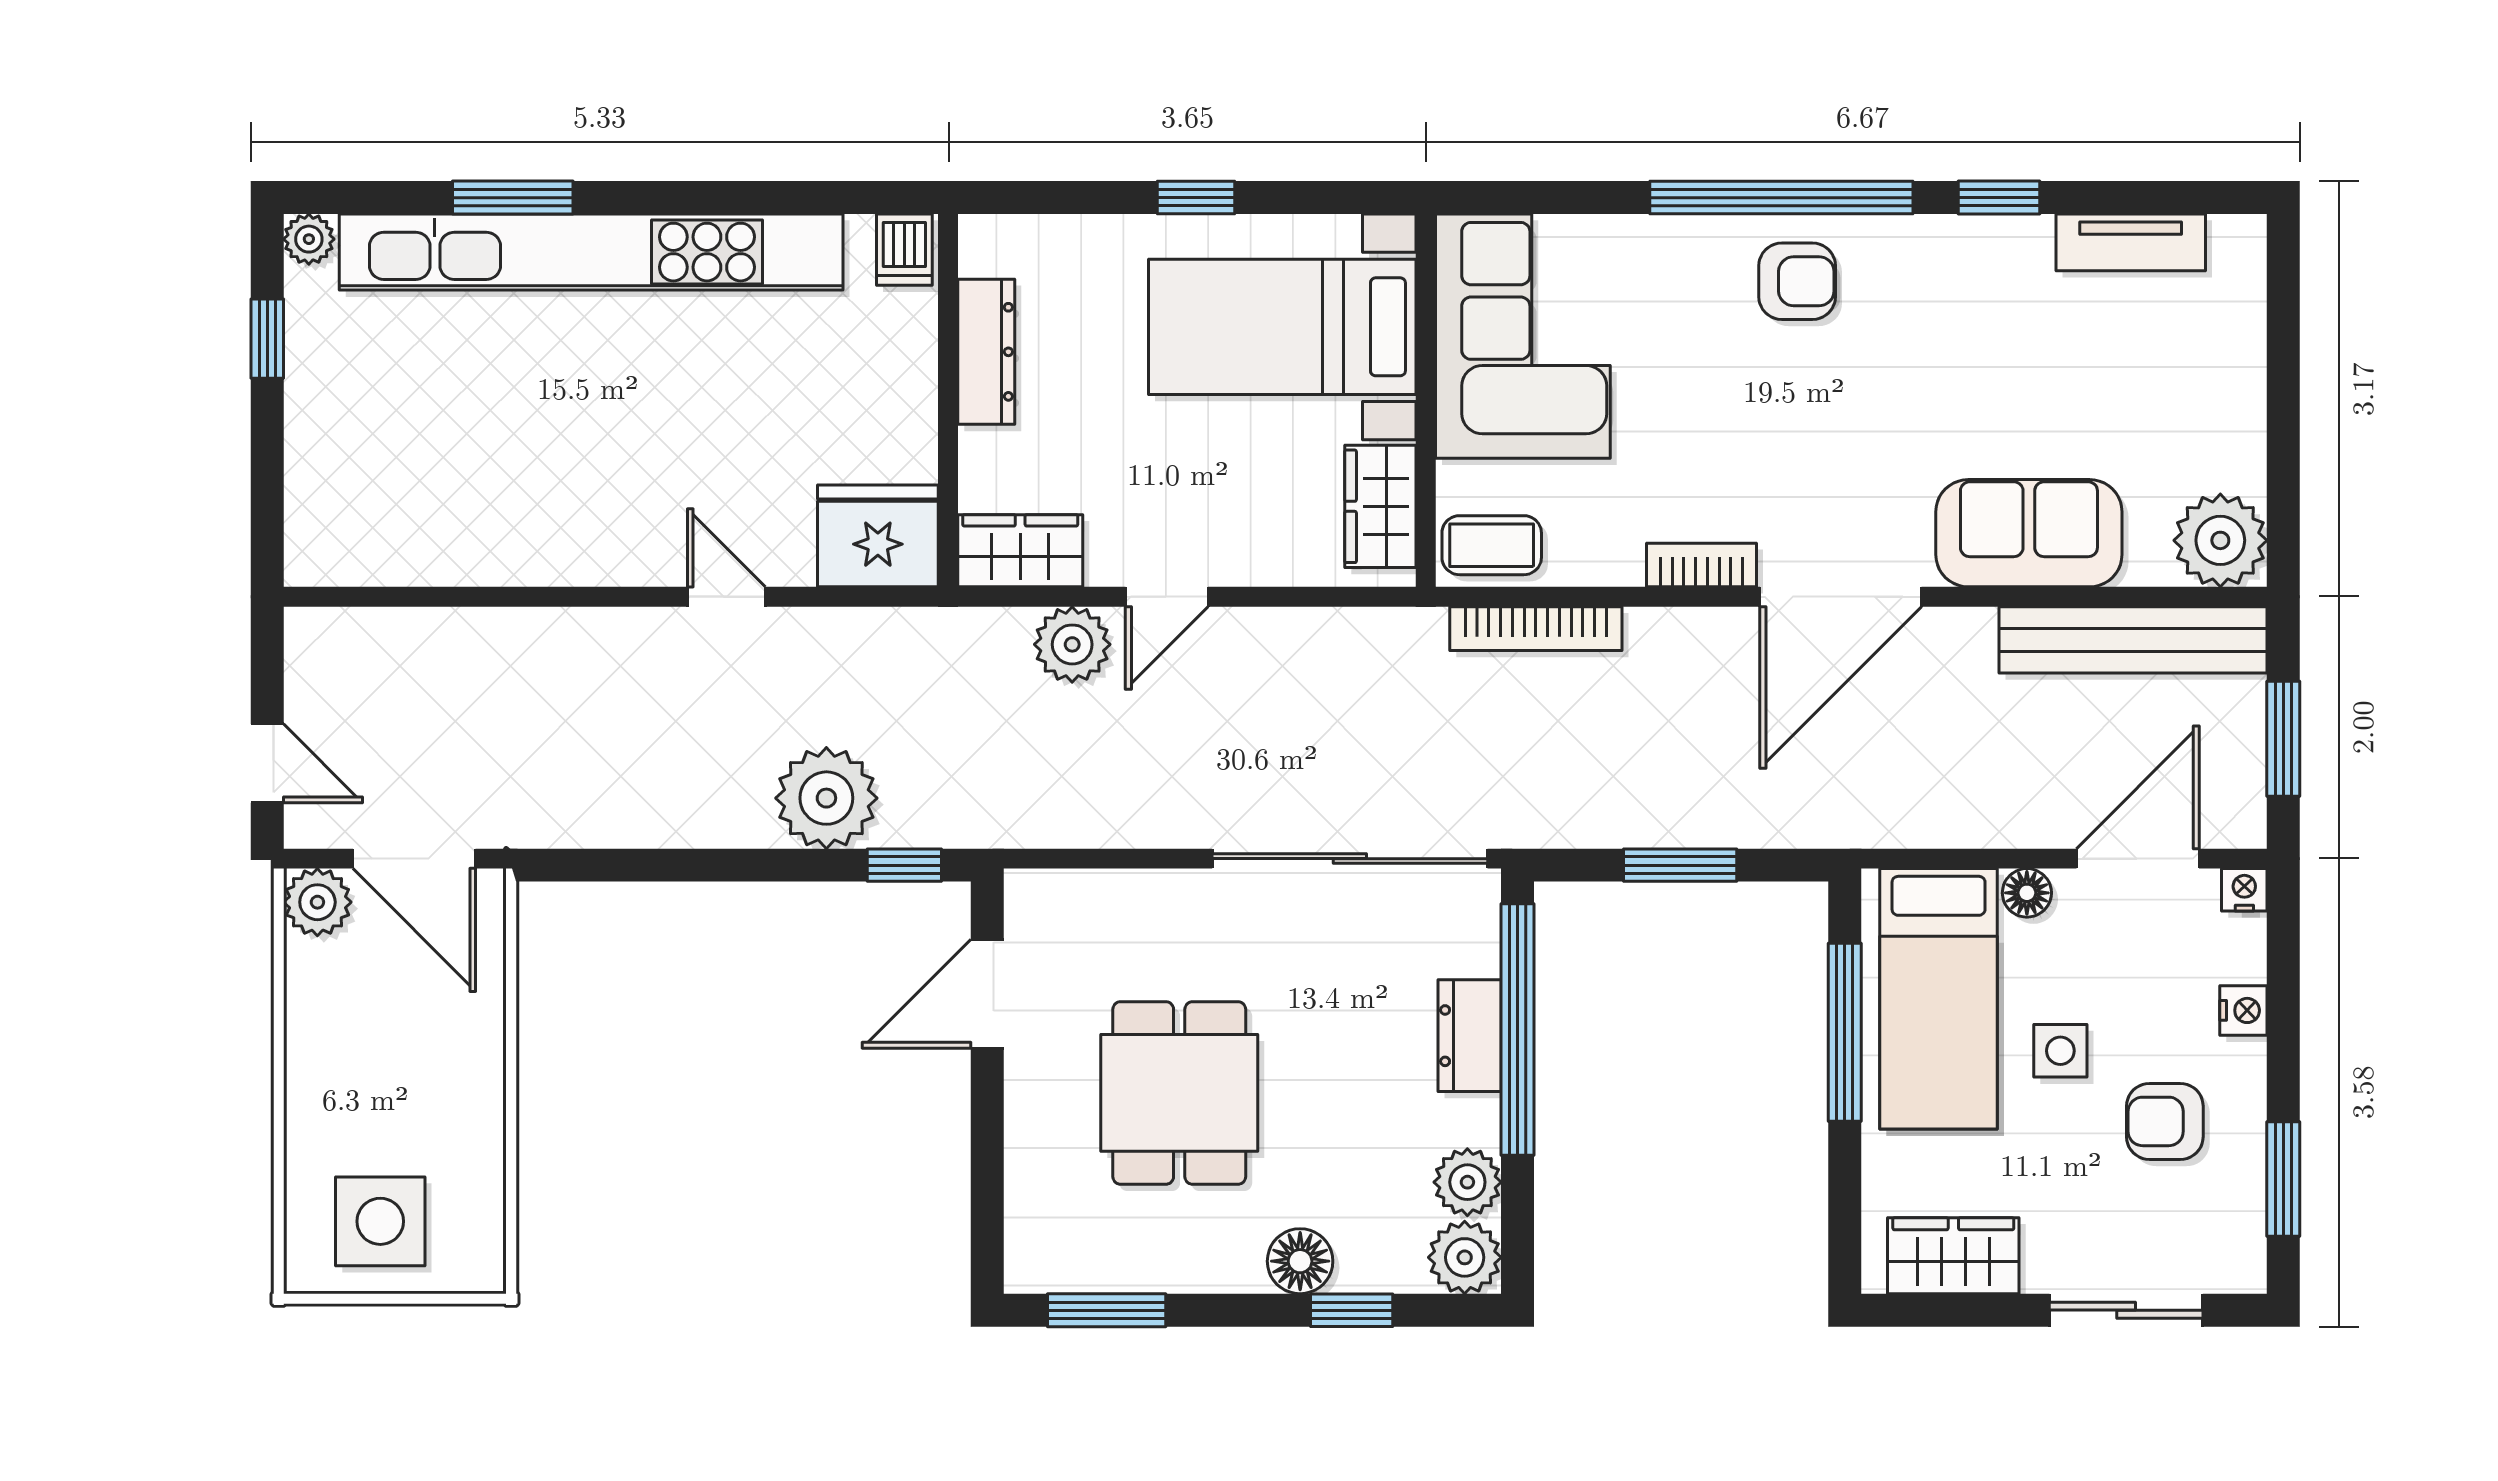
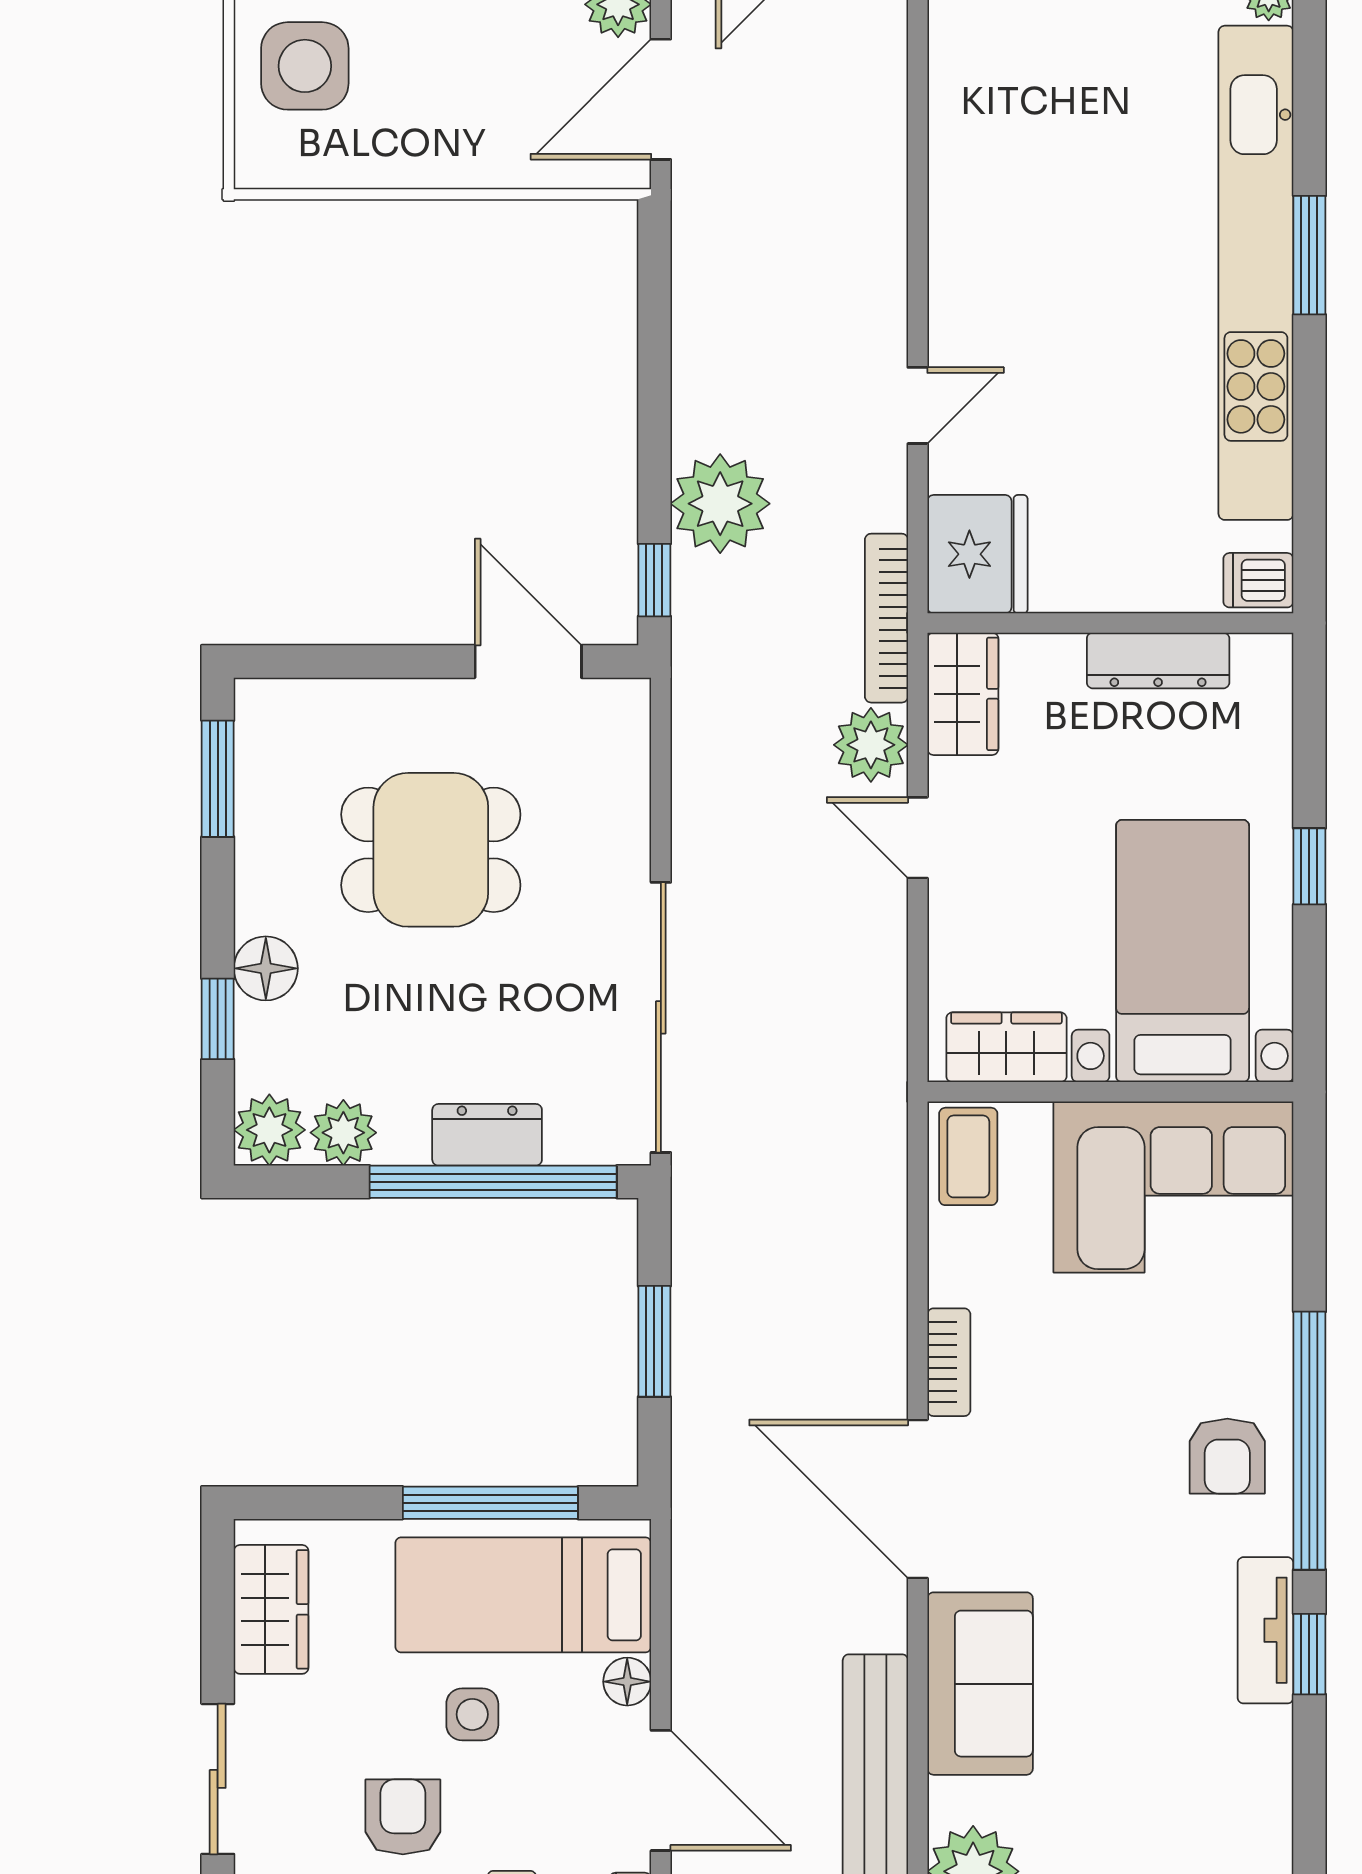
window: (513, 198) -> (1309, 255), moved
tv unit: (2131, 242) -> (1265, 1630), moved
bookcase: (1536, 629) -> (886, 618), moved

